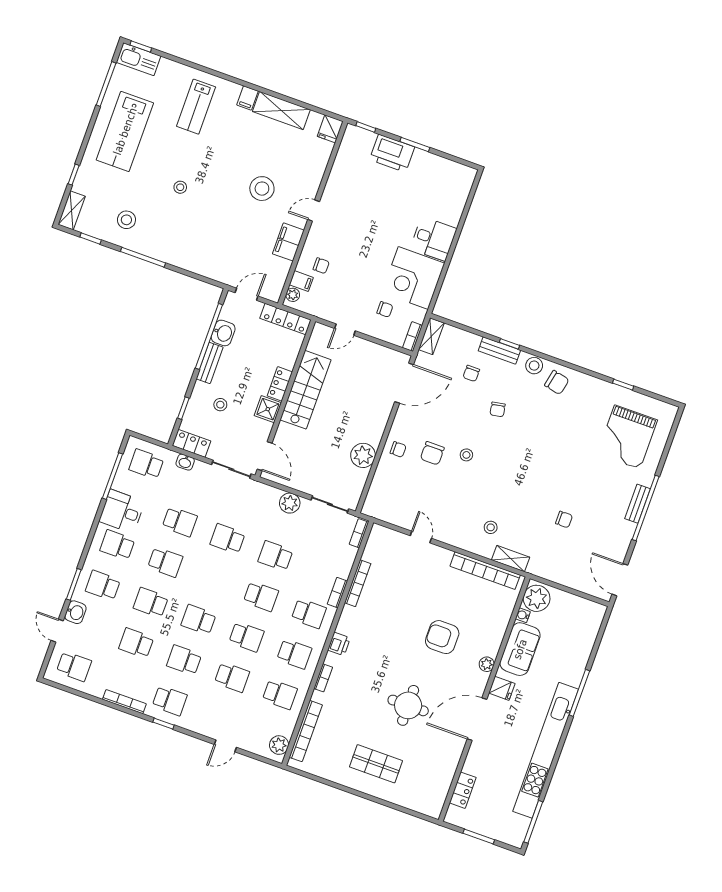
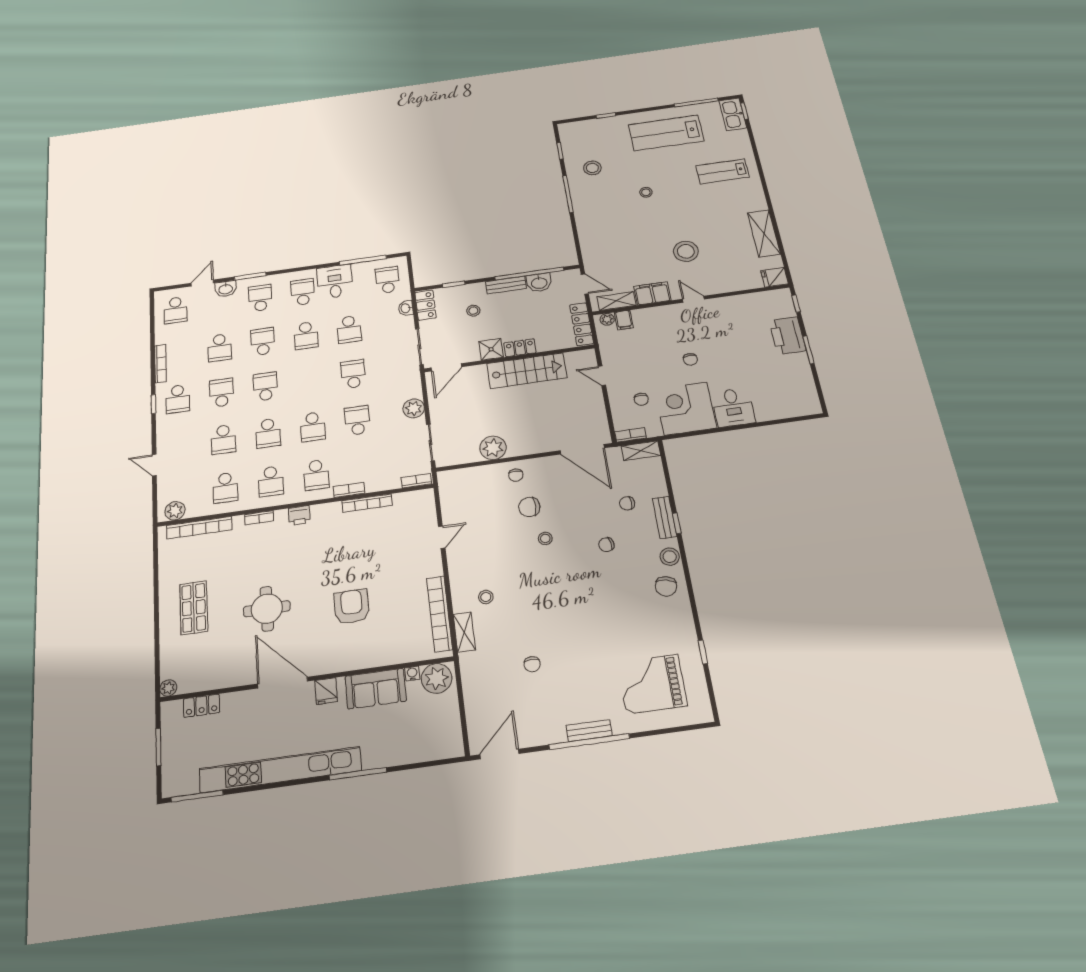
filing cabinet: (248, 98) -> (757, 204), removed
shelving: (72, 210) -> (616, 301), moved
chair: (321, 266) -> (690, 359), moved
school desk: (136, 643) -> (220, 348), turned 180
plant: (487, 664) -> (168, 688), moved

